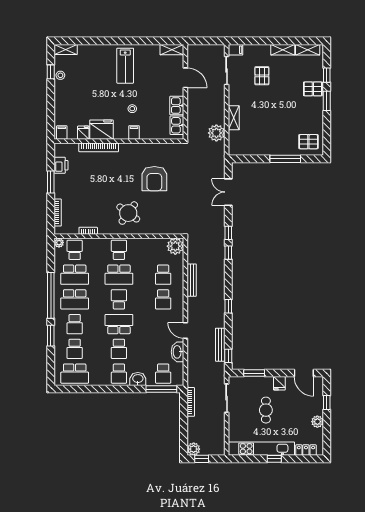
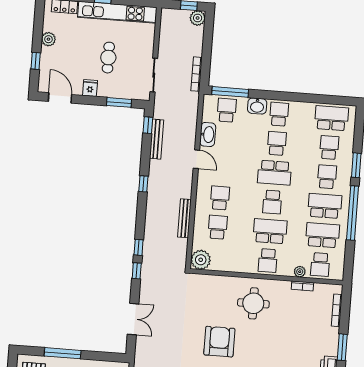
round table: (128, 213) -> (253, 303), turned -36
plant: (59, 243) -> (300, 272), moved

